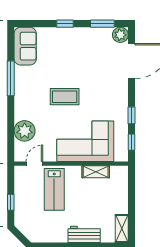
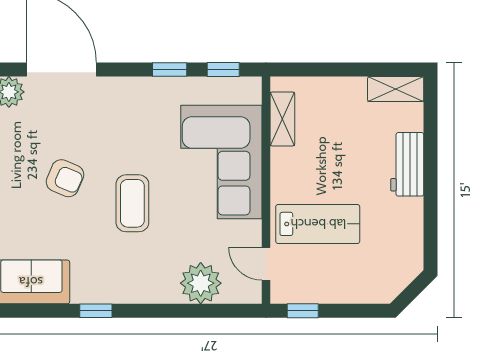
armchair: (77, 63) -> (65, 178), added
window: (11, 78) -> (96, 311), width x0.46
shelving: (96, 172) -> (282, 119), moved
window: (11, 202) -> (303, 311), moved

